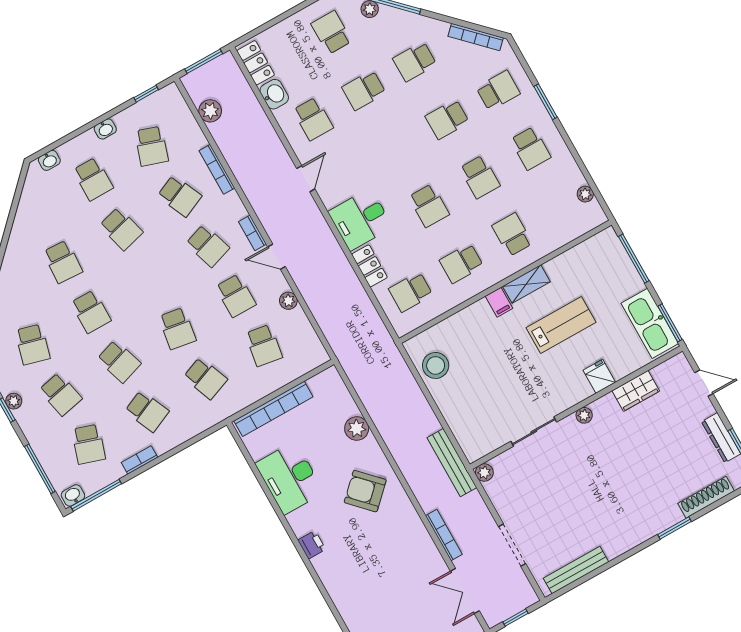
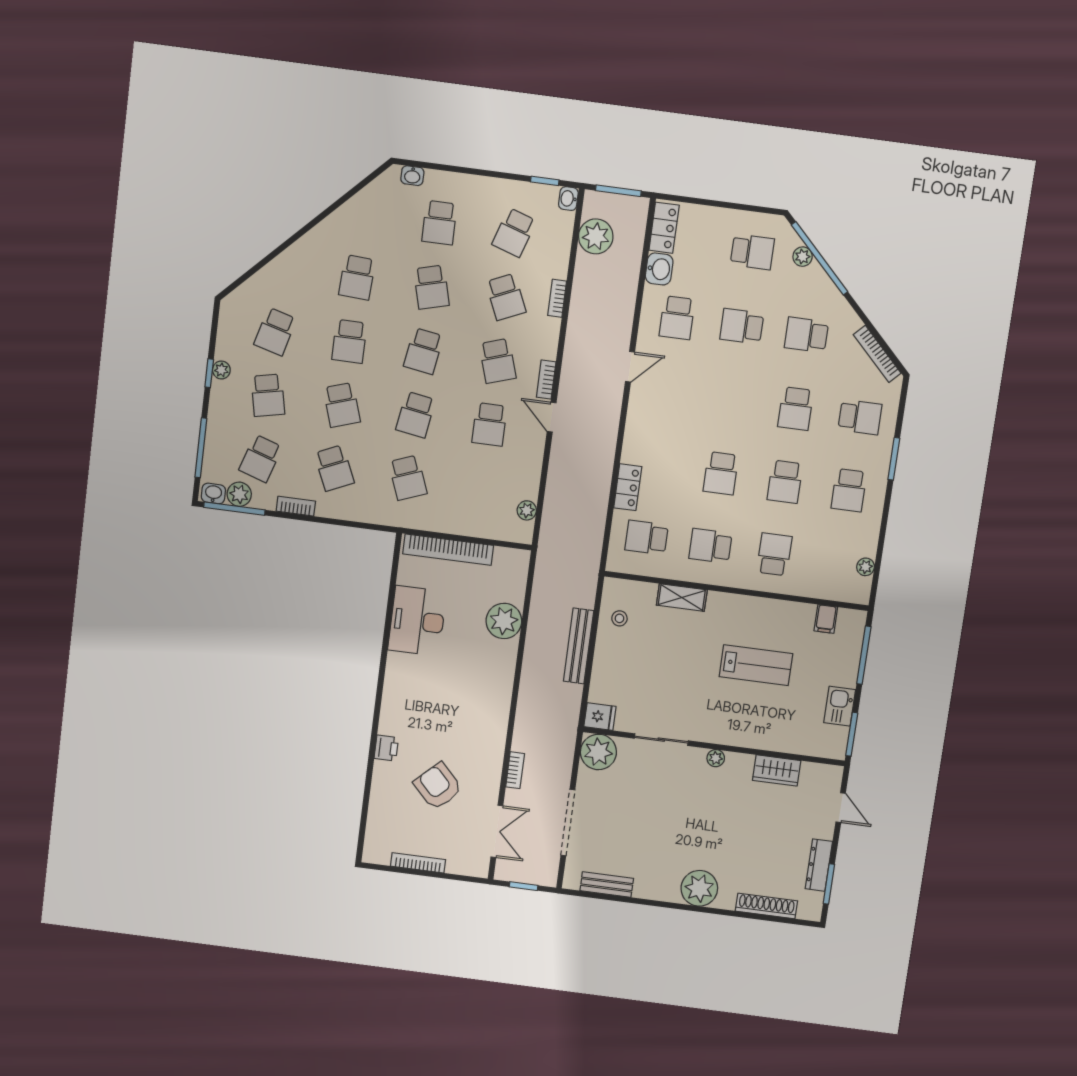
school desk: (331, 33) -> (752, 252), turned 90
plant: (210, 111) -> (596, 236), width x1.36, depth x1.36
school desk: (447, 119) -> (796, 409), turned -90
washbasin: (105, 129) -> (568, 199), moved, turned 90
bookcase: (217, 169) -> (557, 298), width x0.64
desk: (360, 219) -> (651, 440), removed
shelving: (526, 284) -> (682, 598), moved
plant: (288, 301) -> (527, 510), moved
filing cabinet: (499, 302) -> (826, 619), moved
kitchen sink: (650, 323) -> (840, 706), width x0.53, depth x0.81
school desk: (264, 345) -> (423, 351), moved
stool: (436, 365) -> (619, 618), width x0.53, depth x0.53
fridge: (599, 376) -> (600, 717), moved, turned 90
plant: (357, 428) -> (504, 621), width x1.36, depth x1.36
bench: (452, 463) -> (579, 646), moved
plant: (484, 472) -> (598, 752), width x1.88, depth x1.88
plant: (92, 482) -> (239, 494), added
armchair: (365, 491) -> (438, 786), moved
plant: (647, 521) -> (699, 888), added
window: (674, 528) -> (719, 912), removed
bookcase: (444, 535) -> (515, 770), width x0.64
printer: (312, 545) -> (386, 748), moved
doorway: (512, 545) -> (568, 823), width x1.36
bench: (576, 570) -> (607, 885), width x0.73
double door: (465, 591) -> (497, 831), swing flipped

